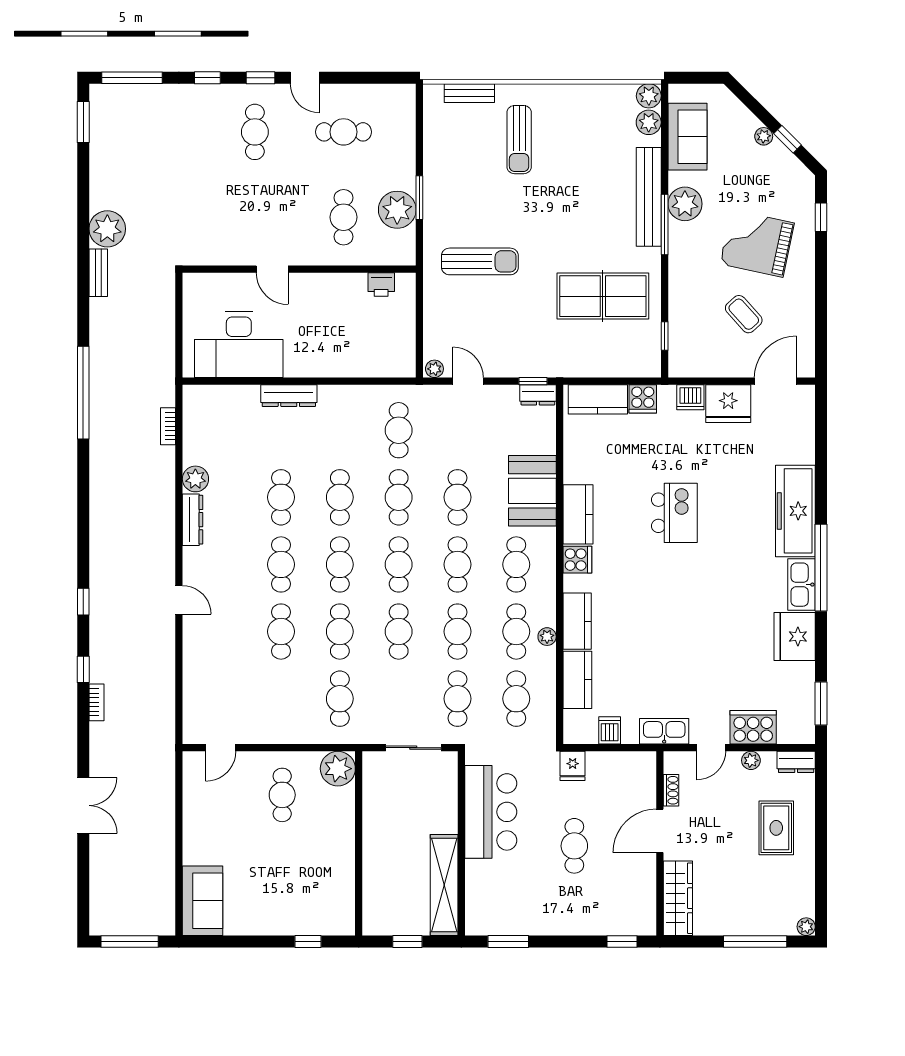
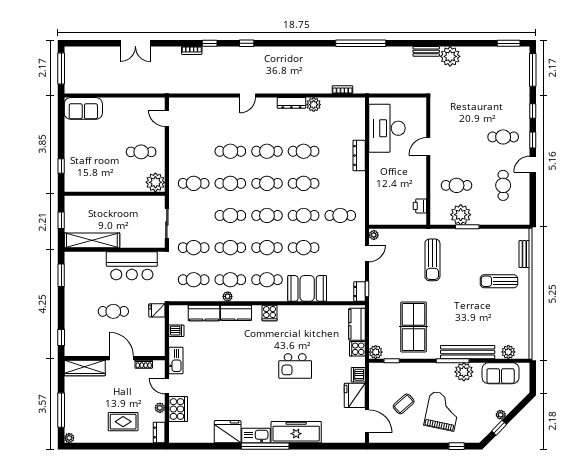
plant: (649, 96) -> (376, 352), moved
kitchen counter: (578, 514) -> (294, 313), removed
window: (821, 703) -> (191, 446), removed

